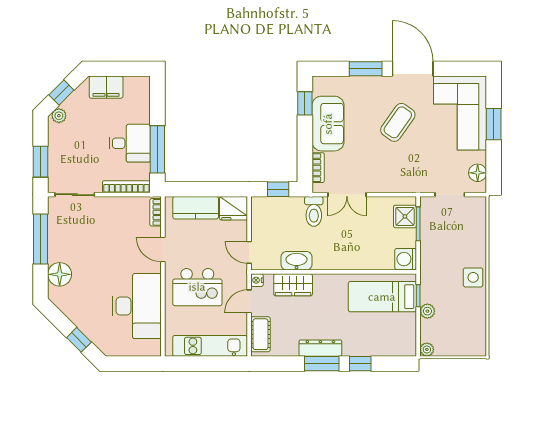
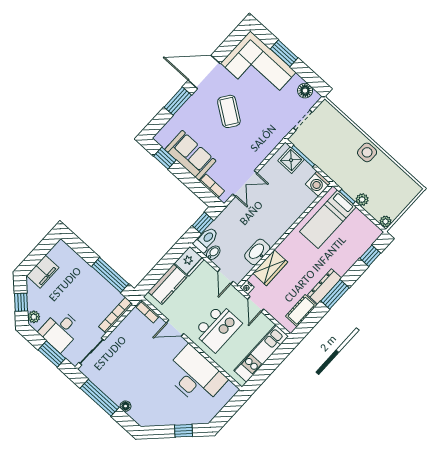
desk: (130, 143) -> (60, 330), moved, turned 180
toilet: (314, 211) -> (206, 240), moved, turned -90
bidet: (260, 222) -> (213, 253), added
door: (249, 252) -> (225, 276), hinge flipped
floor lamp: (60, 274) -> (126, 406), width x0.53, depth x0.53
cot: (260, 334) -> (301, 311), moved, turned 90
window: (360, 364) -> (370, 256), moved

